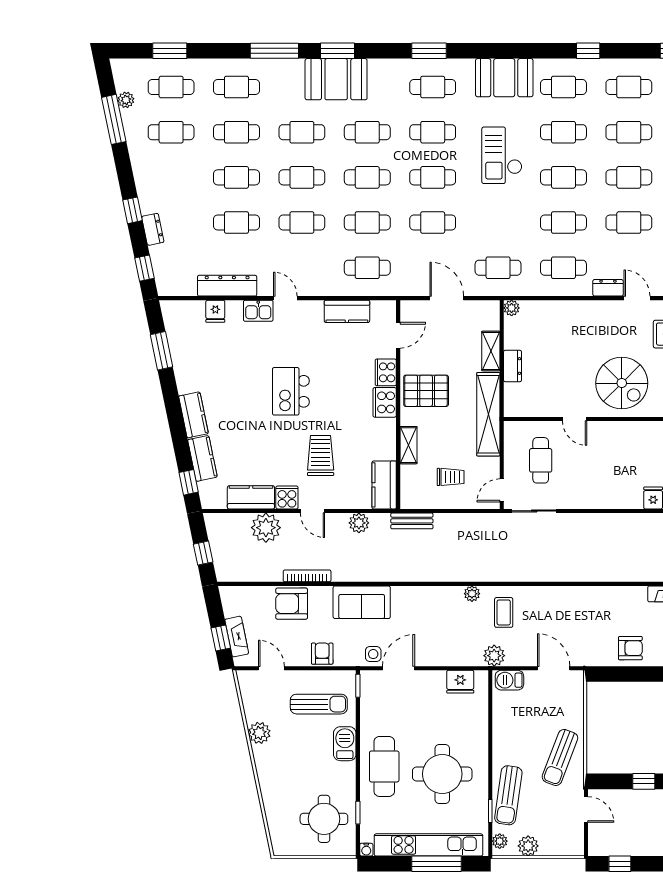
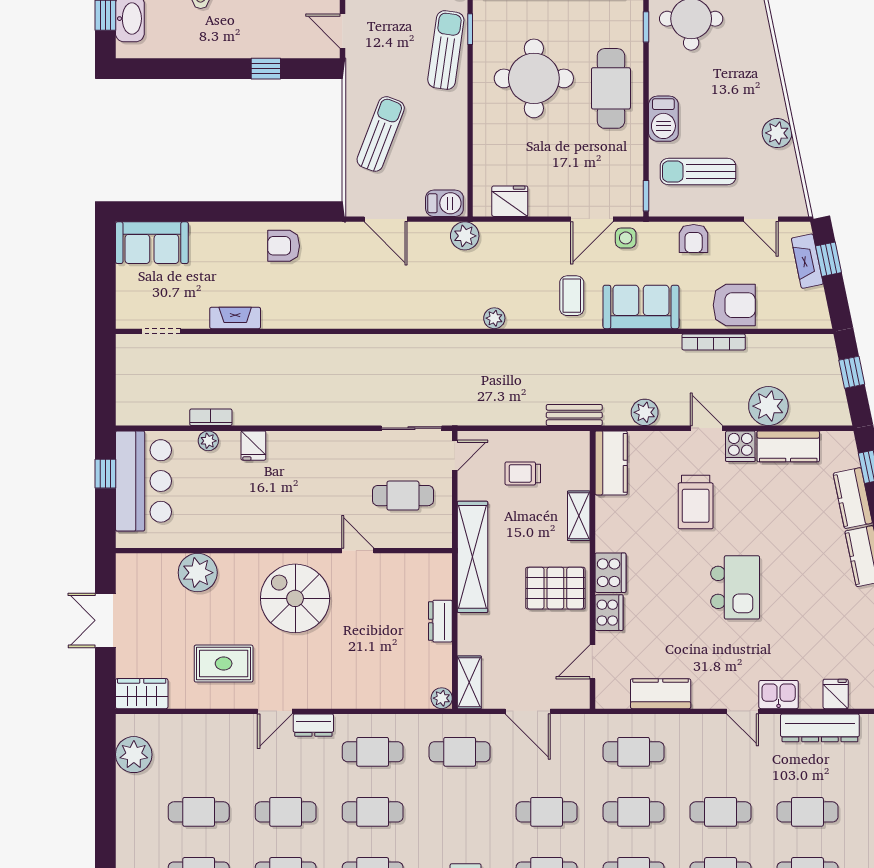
door: (637, 298) -> (275, 711), hinge flipped
shelving: (491, 351) -> (469, 682), moved
cafe table: (541, 460) -> (403, 496), turned 90
coffee table: (504, 612) -> (572, 296), moved
sun lounger: (560, 757) -> (381, 134), moved

